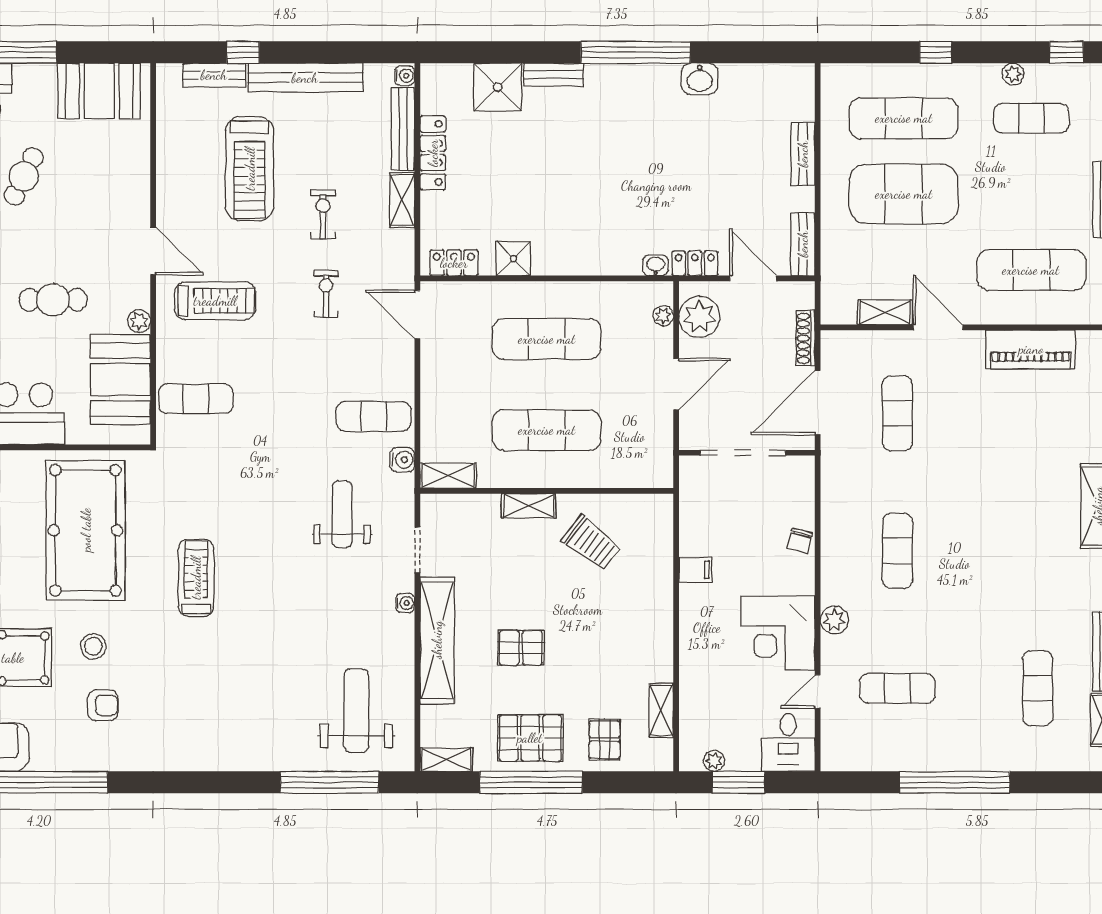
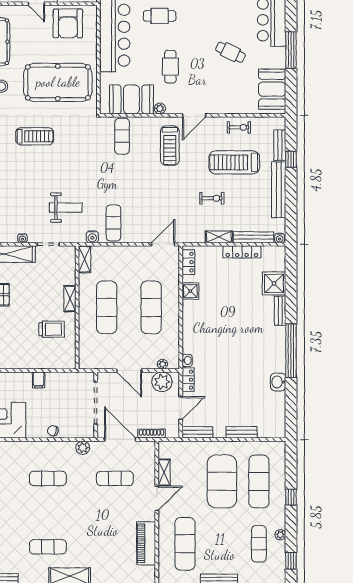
exercise bike: (326, 294) -> (239, 127), moved
trolley: (591, 543) -> (52, 329), turned -128
exercise mat: (1038, 551) -> (48, 547), added
plant: (834, 620) -> (83, 448), moved

